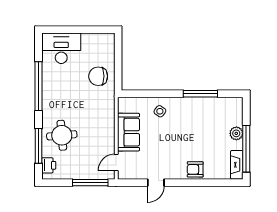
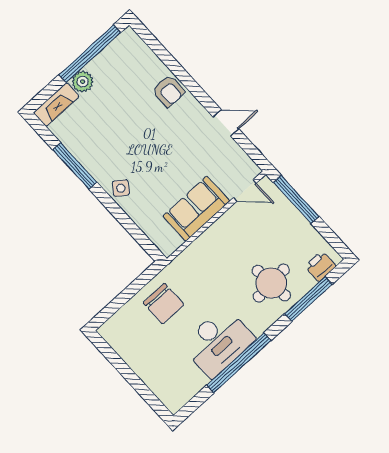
desk: (61, 48) -> (218, 342), moved, turned -90
side table: (160, 111) -> (121, 188), moved
fireplace: (237, 165) -> (56, 105), moved

